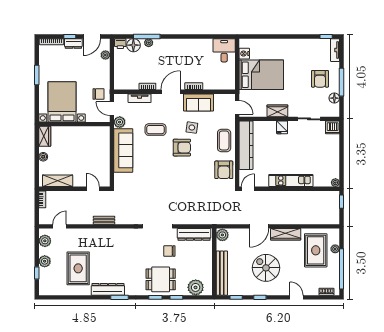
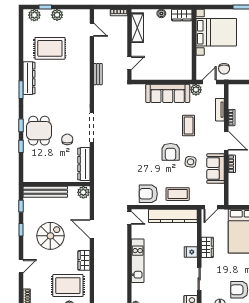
wardrobe: (286, 234) -> (84, 260), width x0.67
plant: (45, 241) -> (34, 15), moved
plant: (196, 287) -> (31, 166), removed

